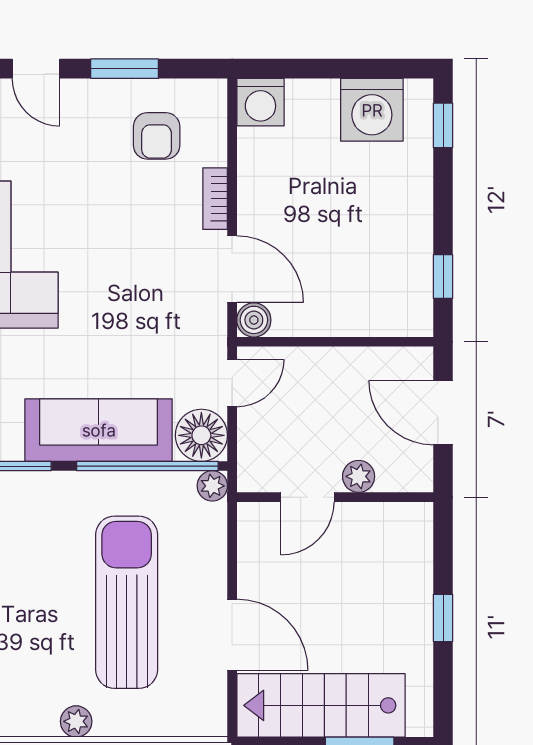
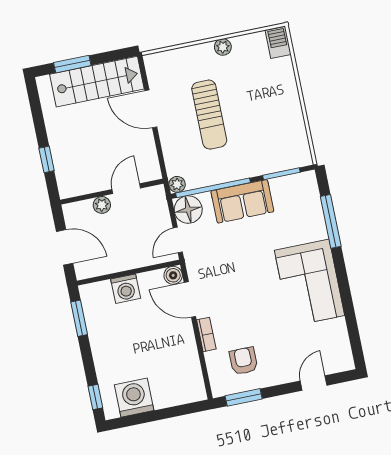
door: (36, 69) -> (314, 383), hinge flipped
window: (125, 69) -> (244, 397), moved
washing machine: (260, 102) -> (126, 289), moved, turned 180
window: (443, 277) -> (79, 318), width x1.50
sofa: (99, 430) -> (242, 201), width x0.73
sun lounger: (127, 602) -> (209, 115), width x0.73, depth x0.75
window: (443, 618) -> (47, 159), moved

